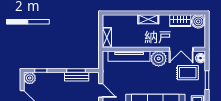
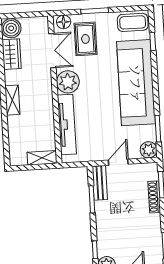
bench: (77, 77) -> (100, 183), moved

